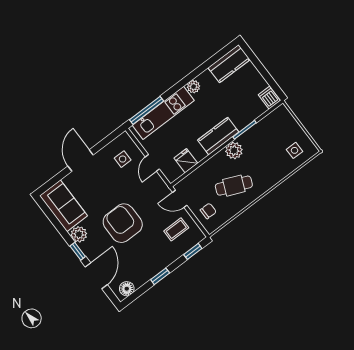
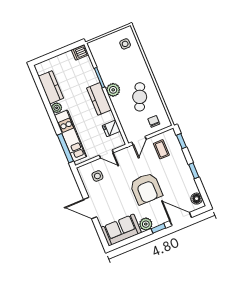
kitchen counter: (229, 64) -> (51, 87), moved
armchair: (123, 223) -> (146, 189), turned -90

